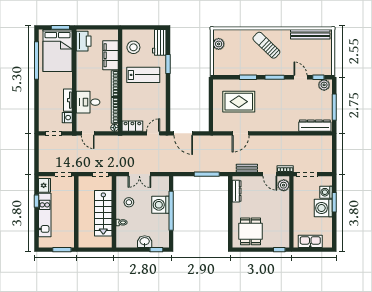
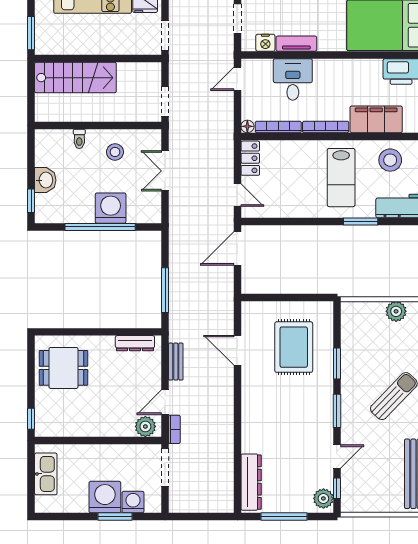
stairs: (103, 213) -> (75, 78), moved, turned 180

